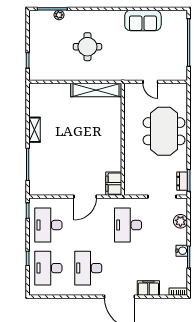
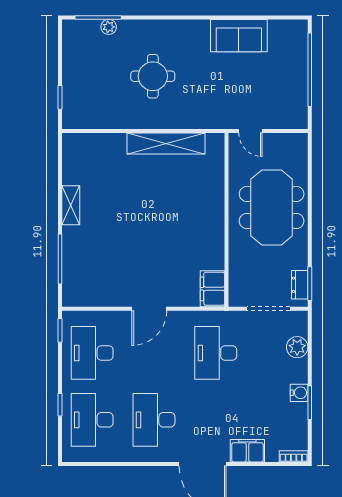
wall: (123, 139) -> (226, 220), moved
filing cabinet: (114, 184) -> (213, 289), moved

